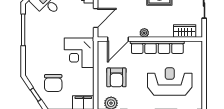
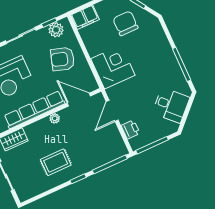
door: (118, 39) -> (79, 100), hinge flipped
armchair: (116, 77) -> (63, 59), turned -73

